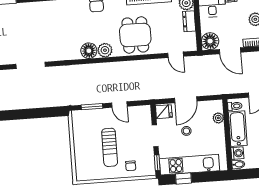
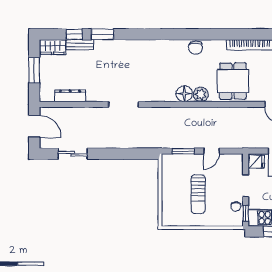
door: (119, 105) -> (211, 151), hinge flipped
chair: (131, 166) -> (236, 206), moved

